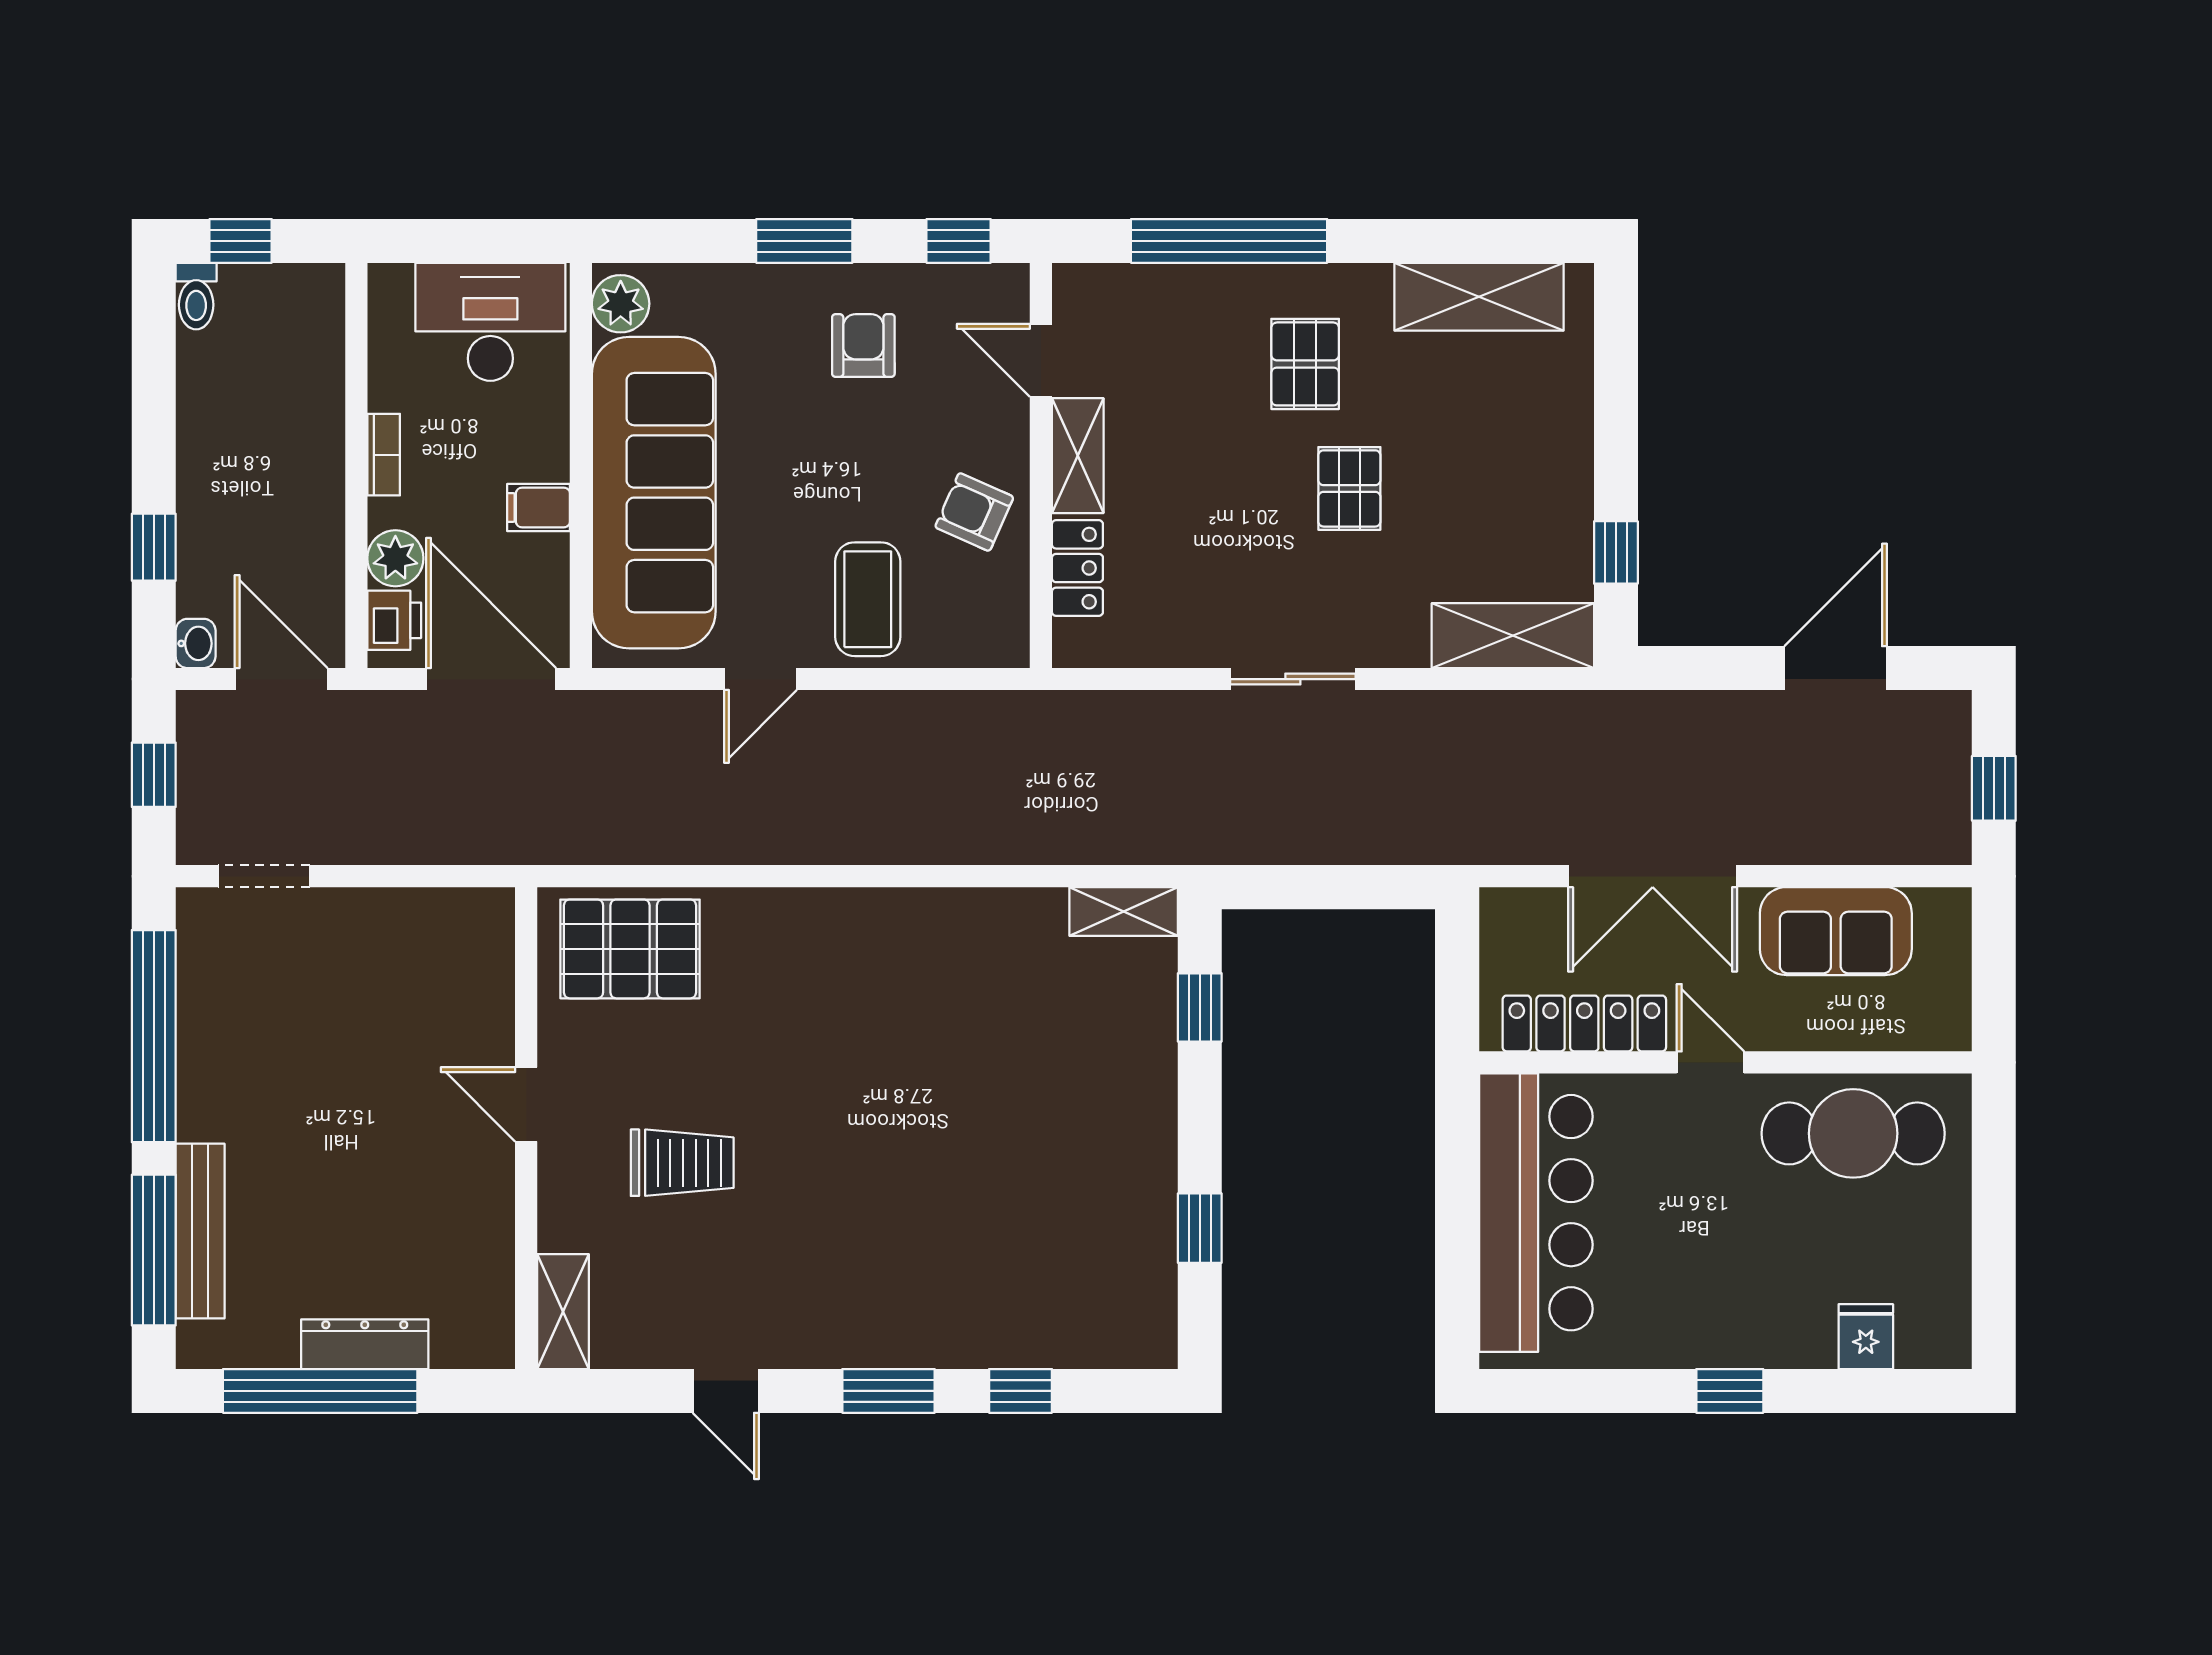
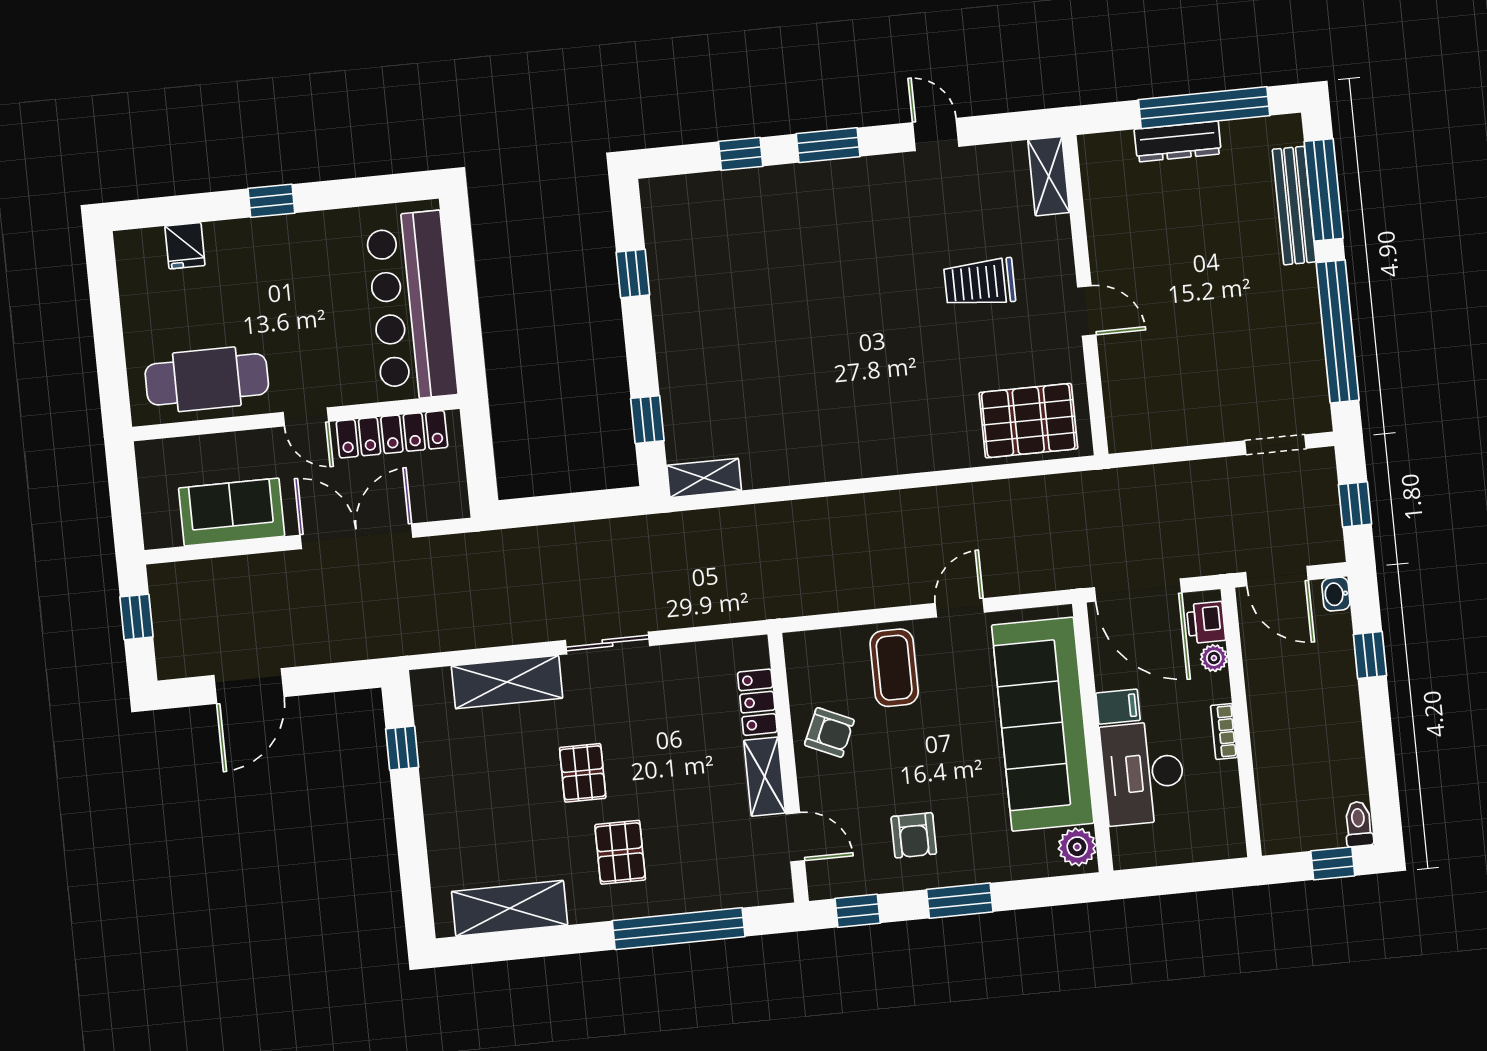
desk: (490, 322) -> (1143, 773), moved, turned 90
plant: (395, 558) -> (1214, 658), width x0.73, depth x0.73
shelving: (1513, 636) -> (507, 682), moved

